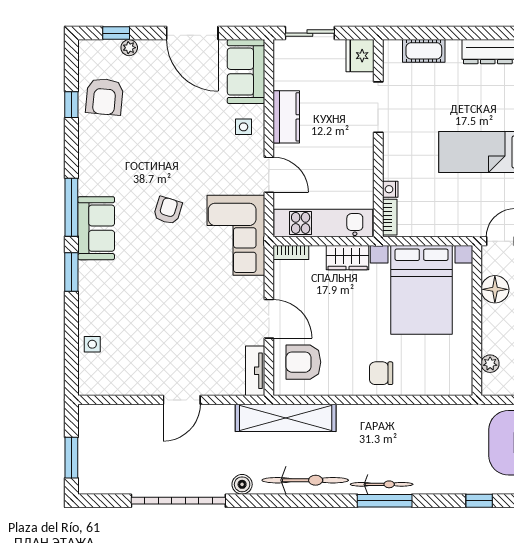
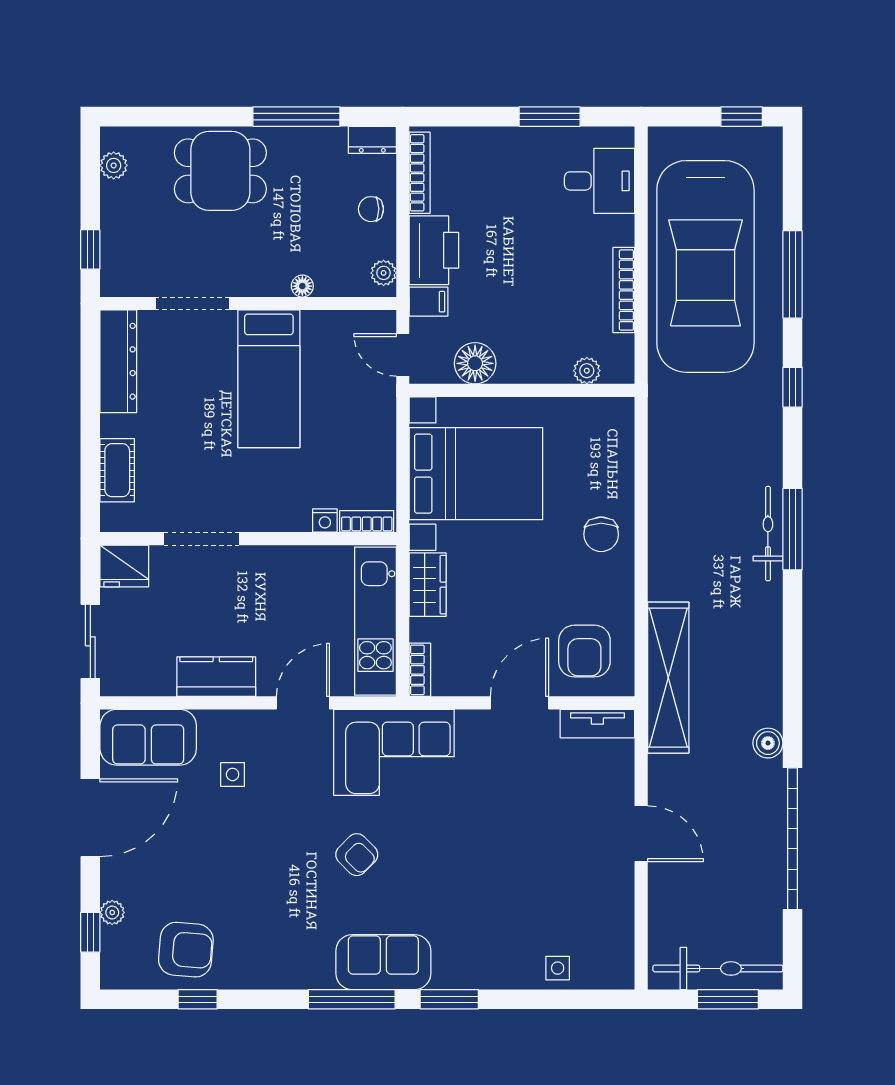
side table: (244, 127) -> (233, 774), moved
armchair: (168, 210) -> (357, 855), turned -152
bicycle: (305, 480) -> (718, 968), moved, turned 90

